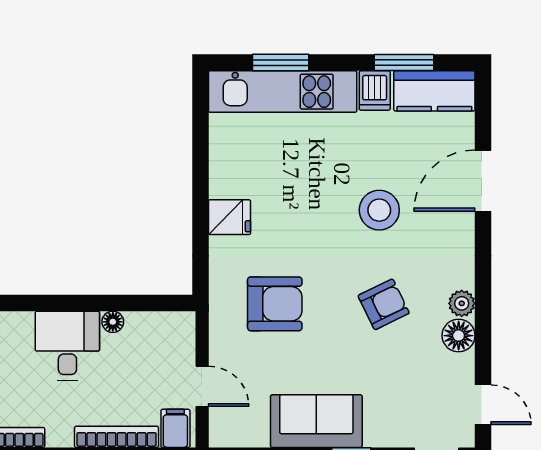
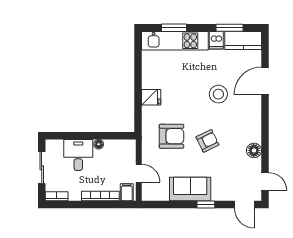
plant: (462, 303) -> (255, 136), removed
armchair: (384, 304) -> (207, 141), moved

